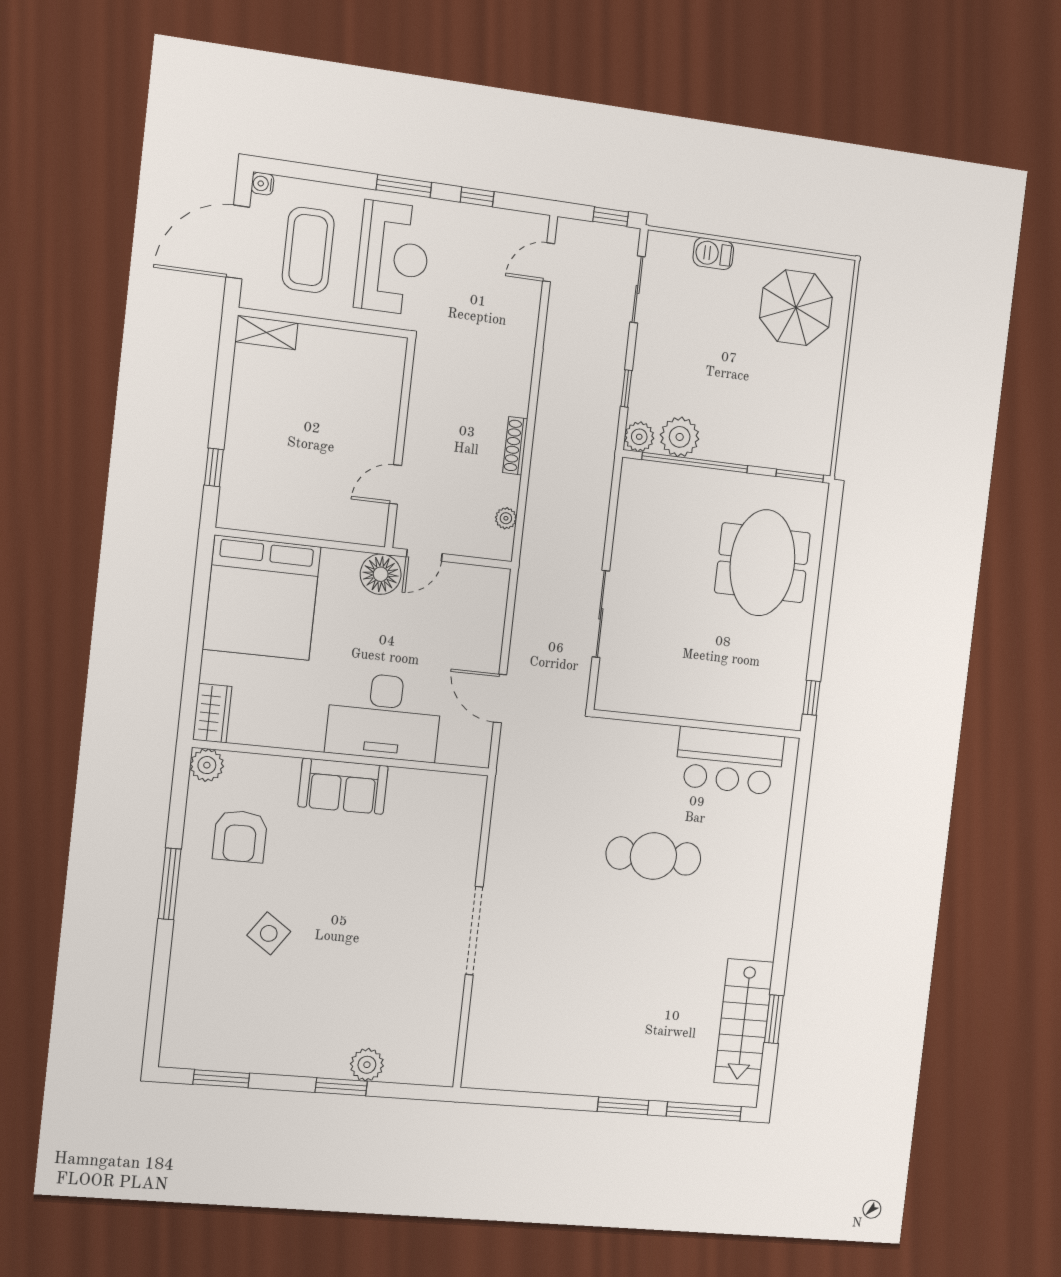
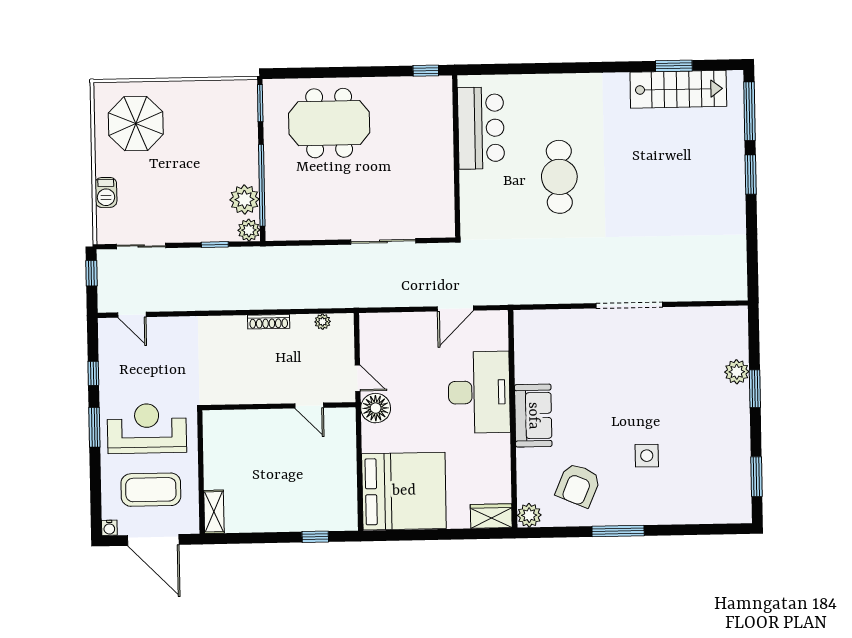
armchair: (240, 836) -> (578, 485), turned 113
side table: (269, 933) -> (647, 456), turned -35

